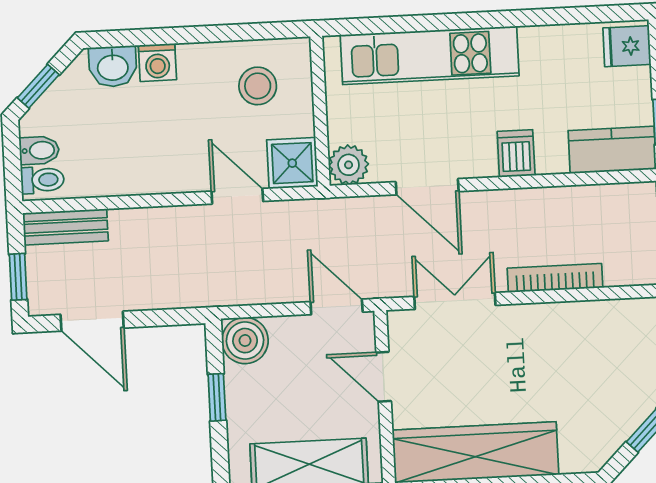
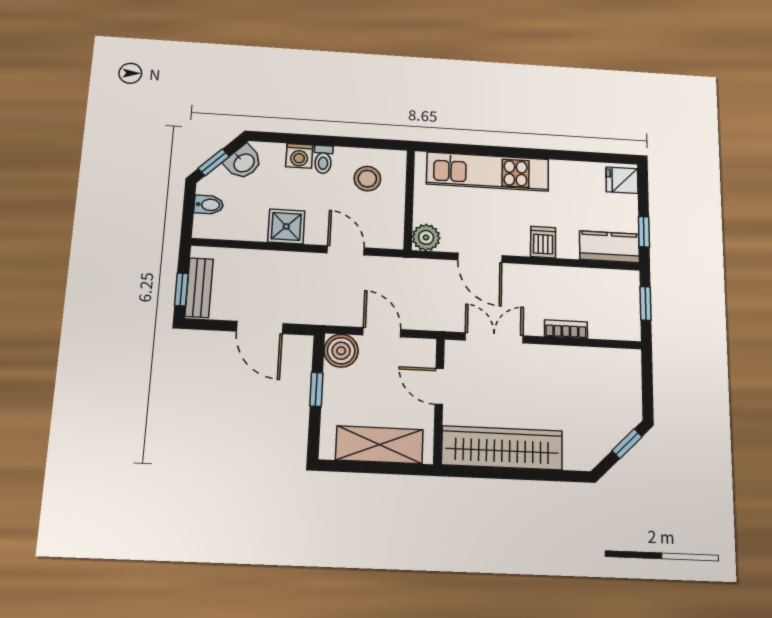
washbasin: (113, 66) -> (243, 162), moved, turned -45
shower: (292, 163) -> (286, 226), moved
toilet: (42, 180) -> (323, 159), moved, turned 90
bench: (65, 227) -> (199, 288), moved, turned 90
bookcase: (555, 278) -> (566, 329), width x0.64
door: (337, 307) -> (382, 332), moved
door: (92, 321) -> (260, 327), moved

